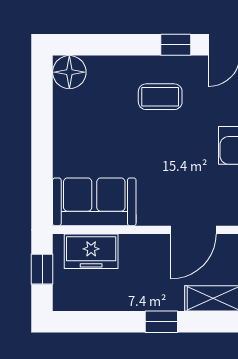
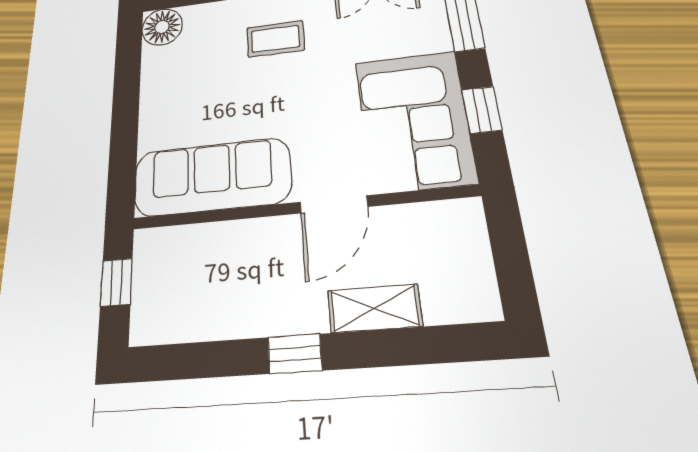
sofa: (94, 202) -> (212, 177), width x1.36
freezer: (91, 251) -> (186, 249), removed

